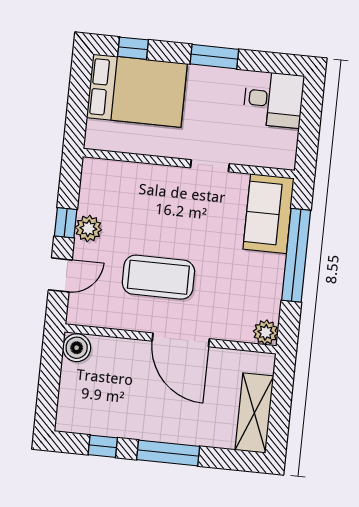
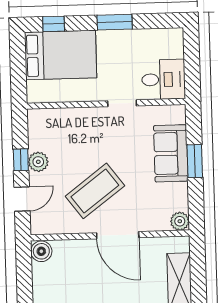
desk: (274, 99) -> (164, 79), moved
sofa: (268, 214) -> (171, 153), moved
window: (296, 255) -> (195, 161), width x0.47
coffee table: (158, 277) -> (95, 191), turned -37

